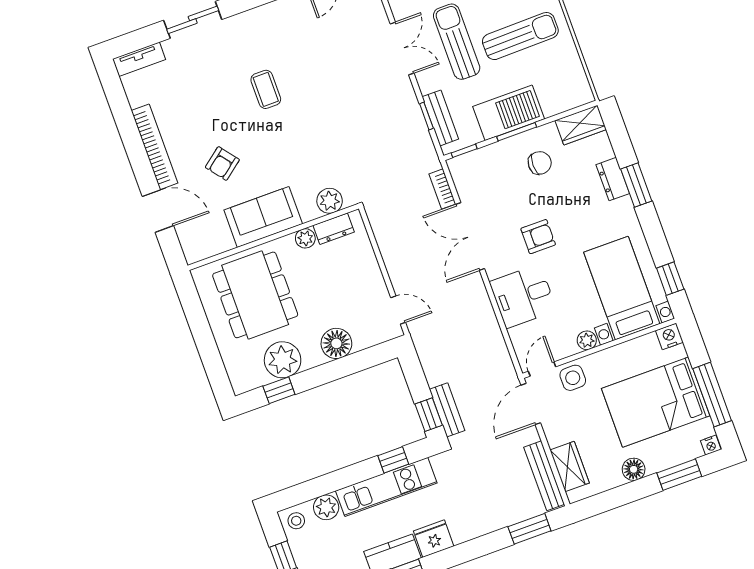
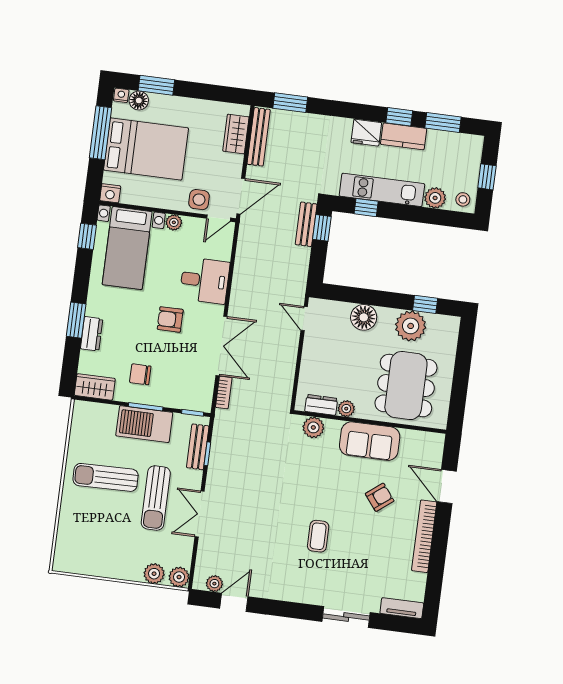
floor lamp: (634, 469) -> (139, 101), moved

